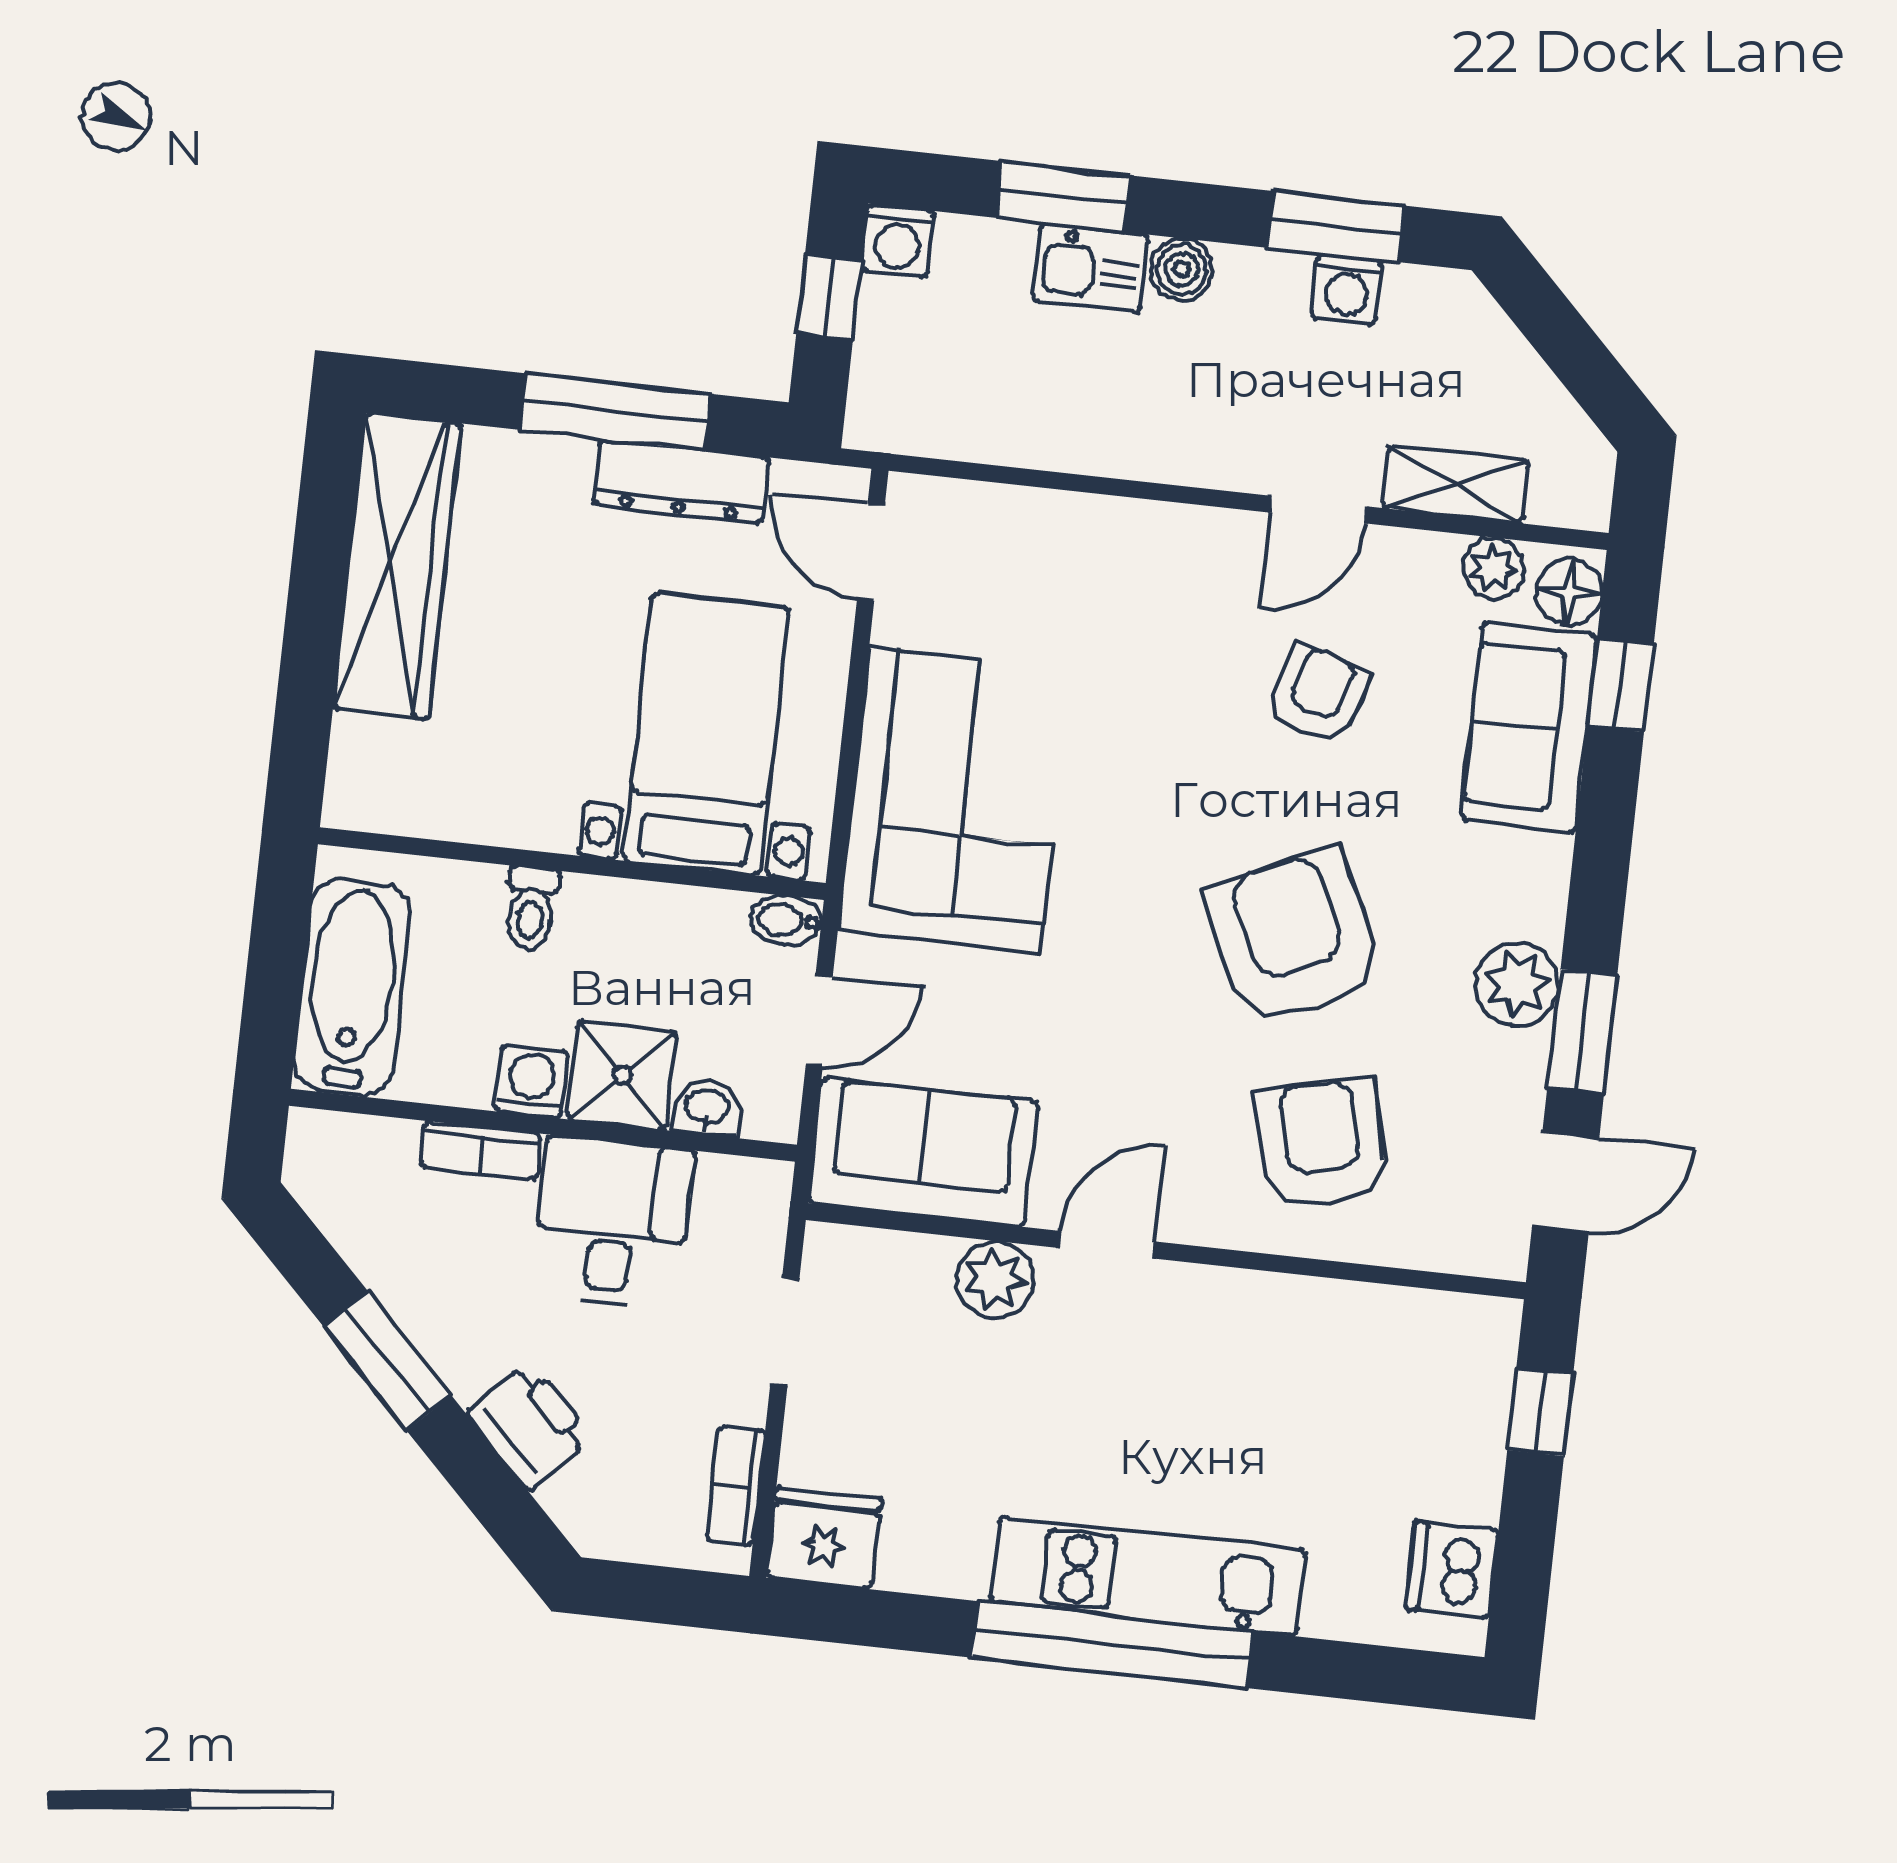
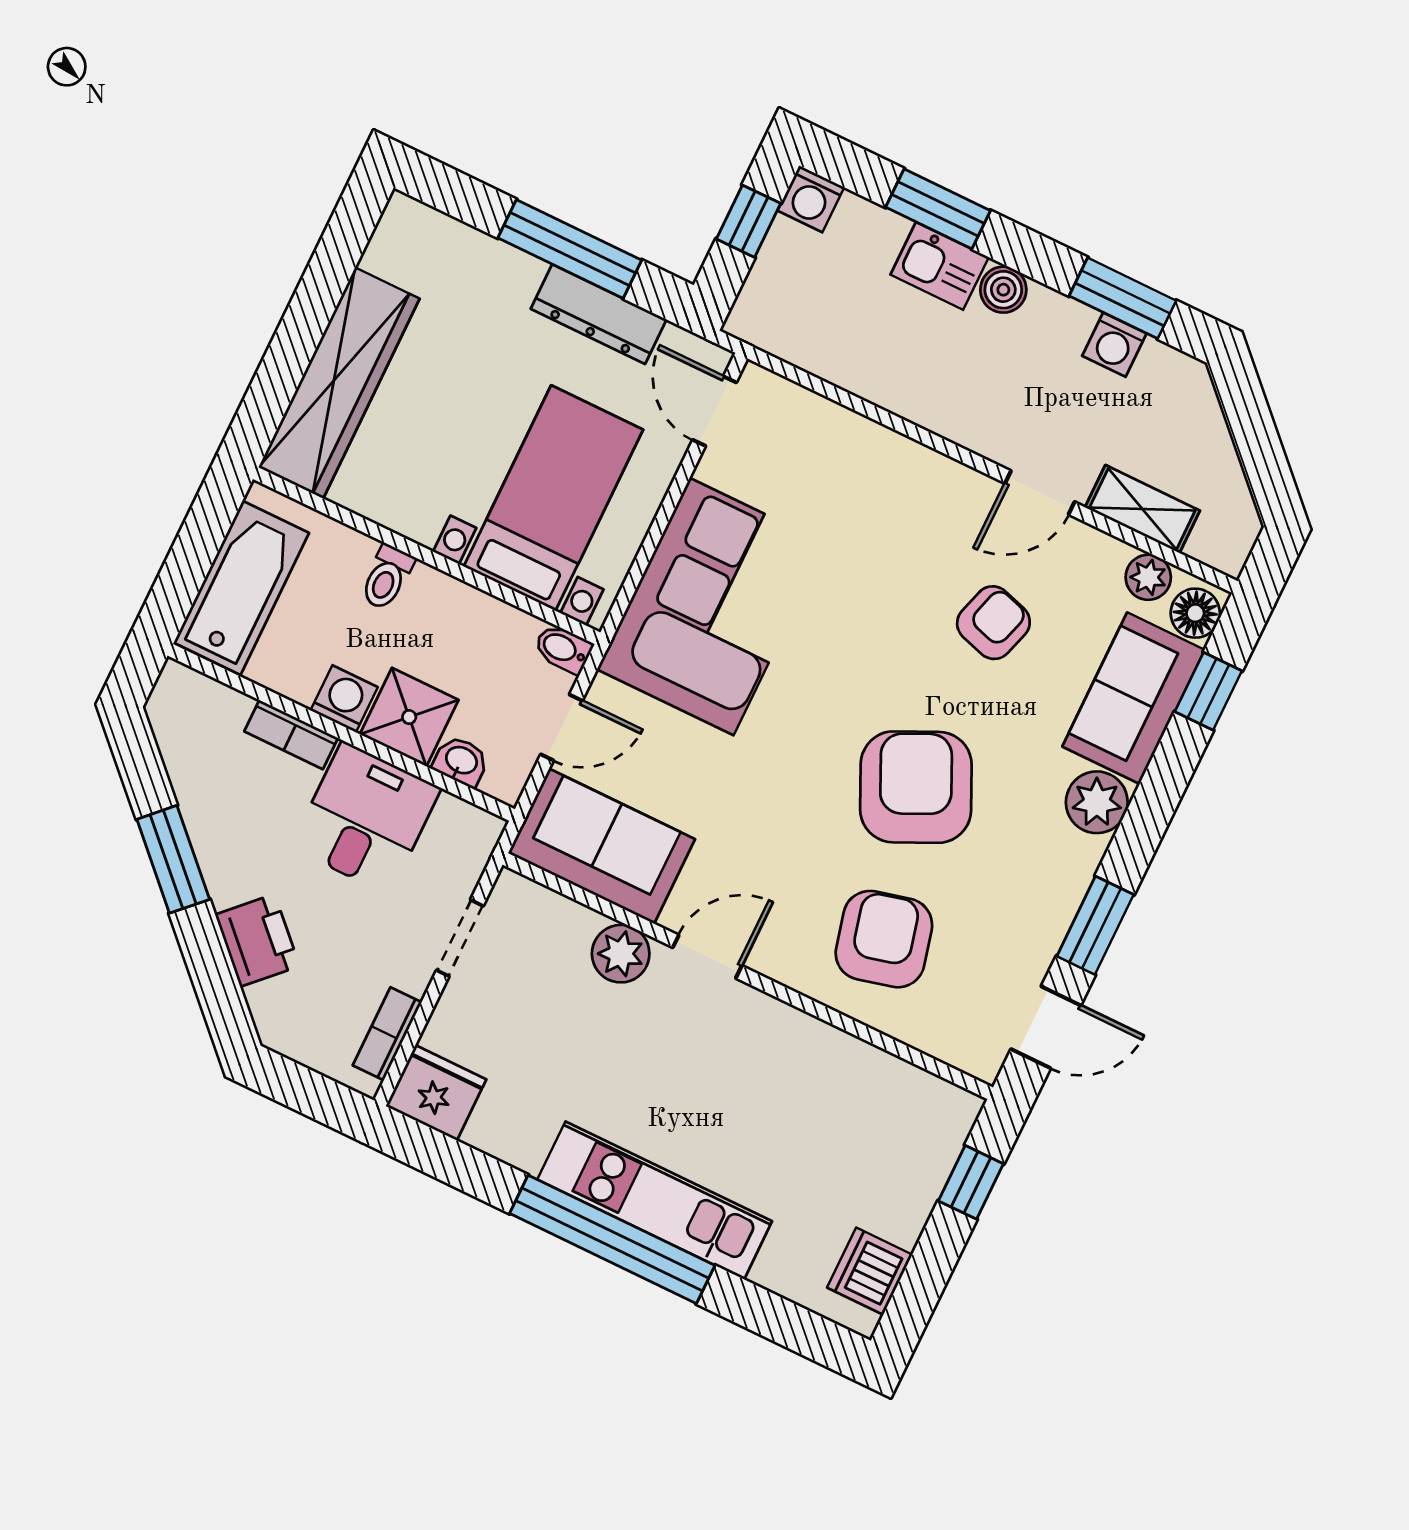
wardrobe: (397, 566) -> (339, 383), moved
plant: (1517, 984) -> (1097, 802), moved

